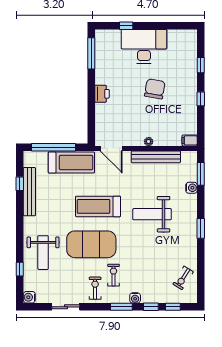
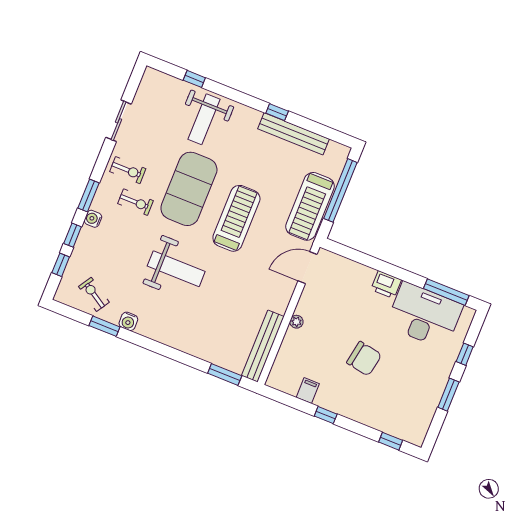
window: (156, 26) -> (448, 395), added
desk: (144, 46) -> (424, 315), moved, turned -90
window: (201, 65) -> (391, 441), moved
filing cabinet: (190, 140) -> (308, 391), moved
bench: (156, 157) -> (263, 346), moved
window: (20, 184) -> (277, 112), moved
water cooler: (191, 188) -> (128, 321), moved
weight bench: (152, 214) -> (176, 269), moved, turned 90
window: (201, 228) -> (104, 326), moved
weight bench: (43, 253) -> (204, 119), turned -90
water cooler: (29, 297) -> (151, 77), removed

